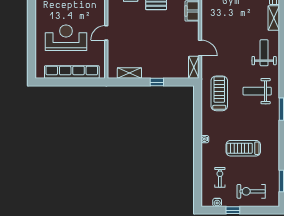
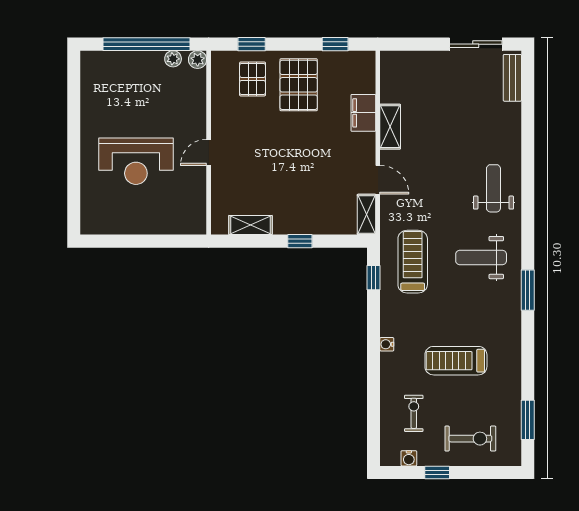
shelving: (274, 18) -> (390, 127), moved
reception desk: (66, 38) -> (136, 161), turned 180
row of seats: (72, 72) -> (146, 223), removed
window: (198, 102) -> (374, 278), added
exercise bike: (251, 191) -> (470, 439), turned 180

